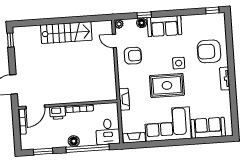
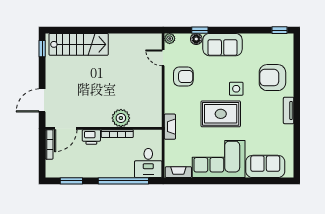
stairs: (66, 33) -> (79, 44), moved
plant: (82, 95) -> (121, 118), added
floor lamp: (74, 141) -> (108, 171), removed

